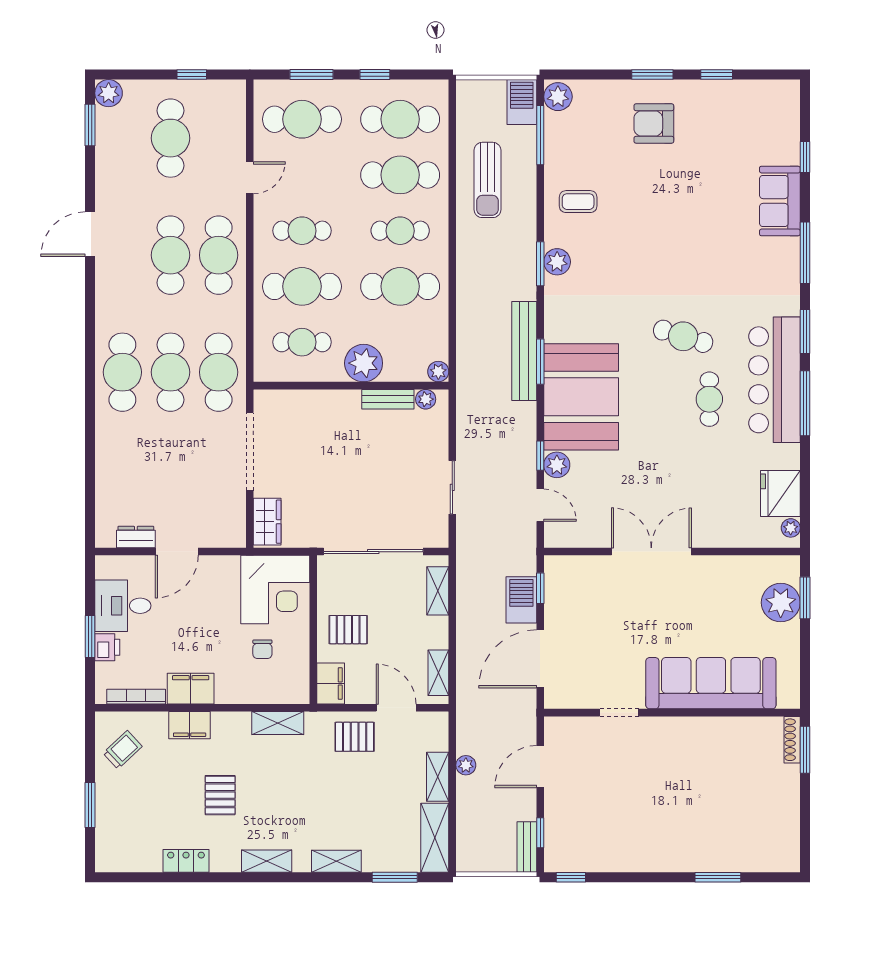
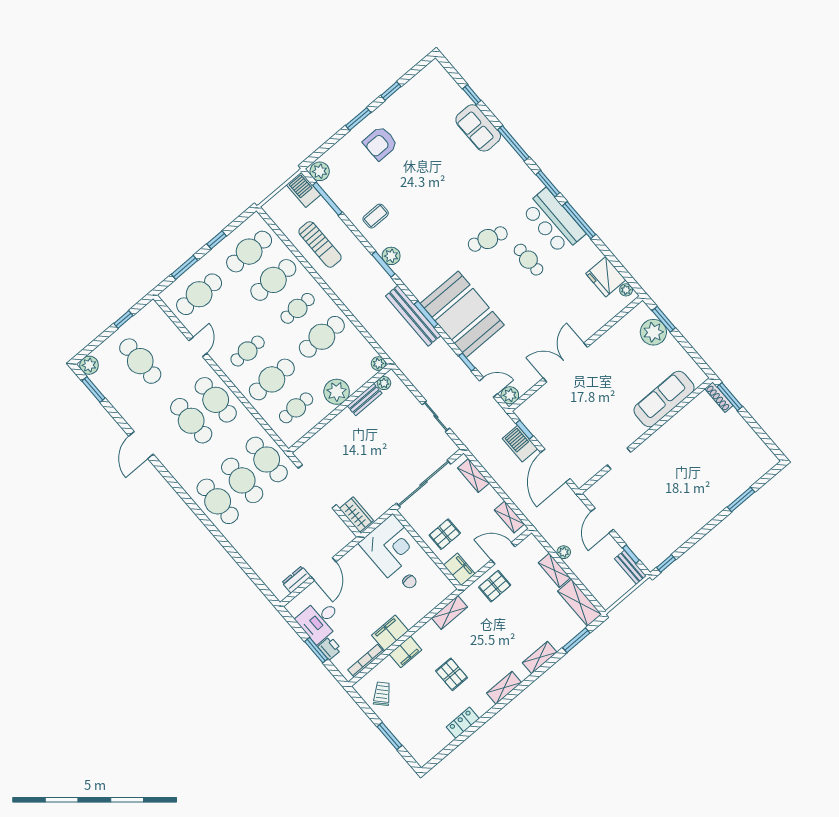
bar counter: (774, 380) -> (553, 221), width x0.73
plant: (557, 465) -> (510, 395), moved
sofa: (711, 683) -> (664, 399), width x0.74, depth x0.79

